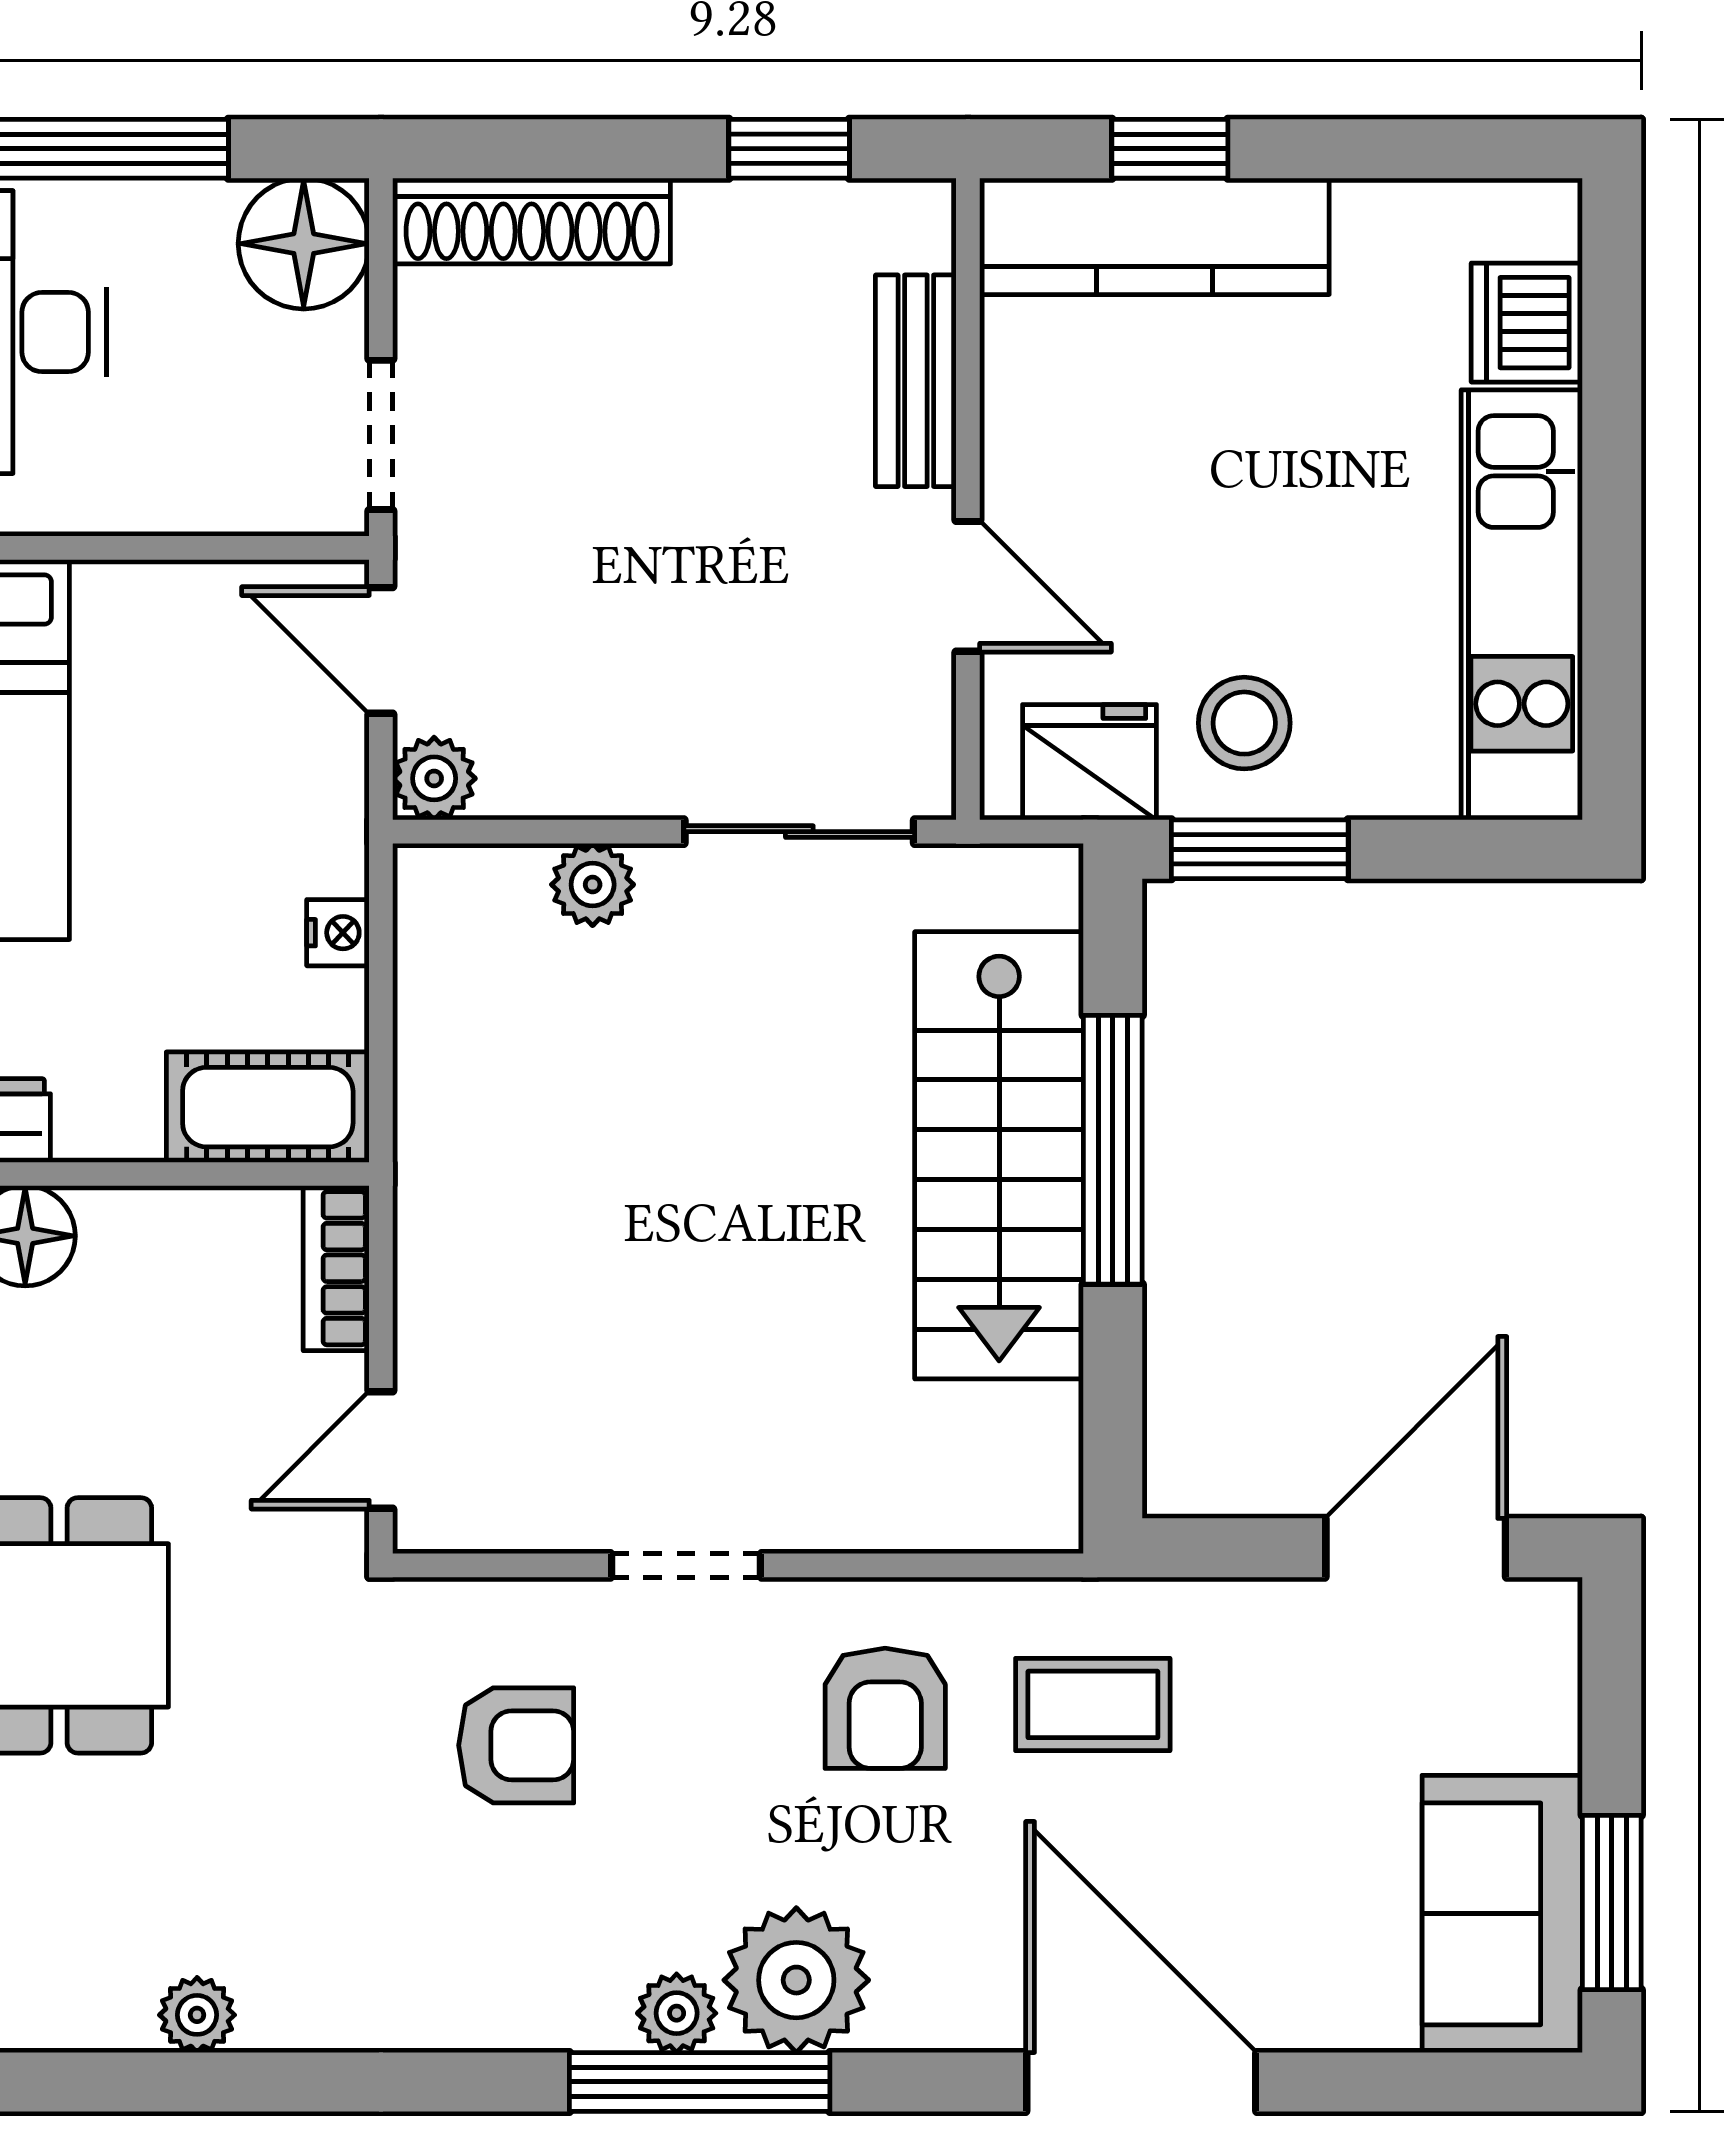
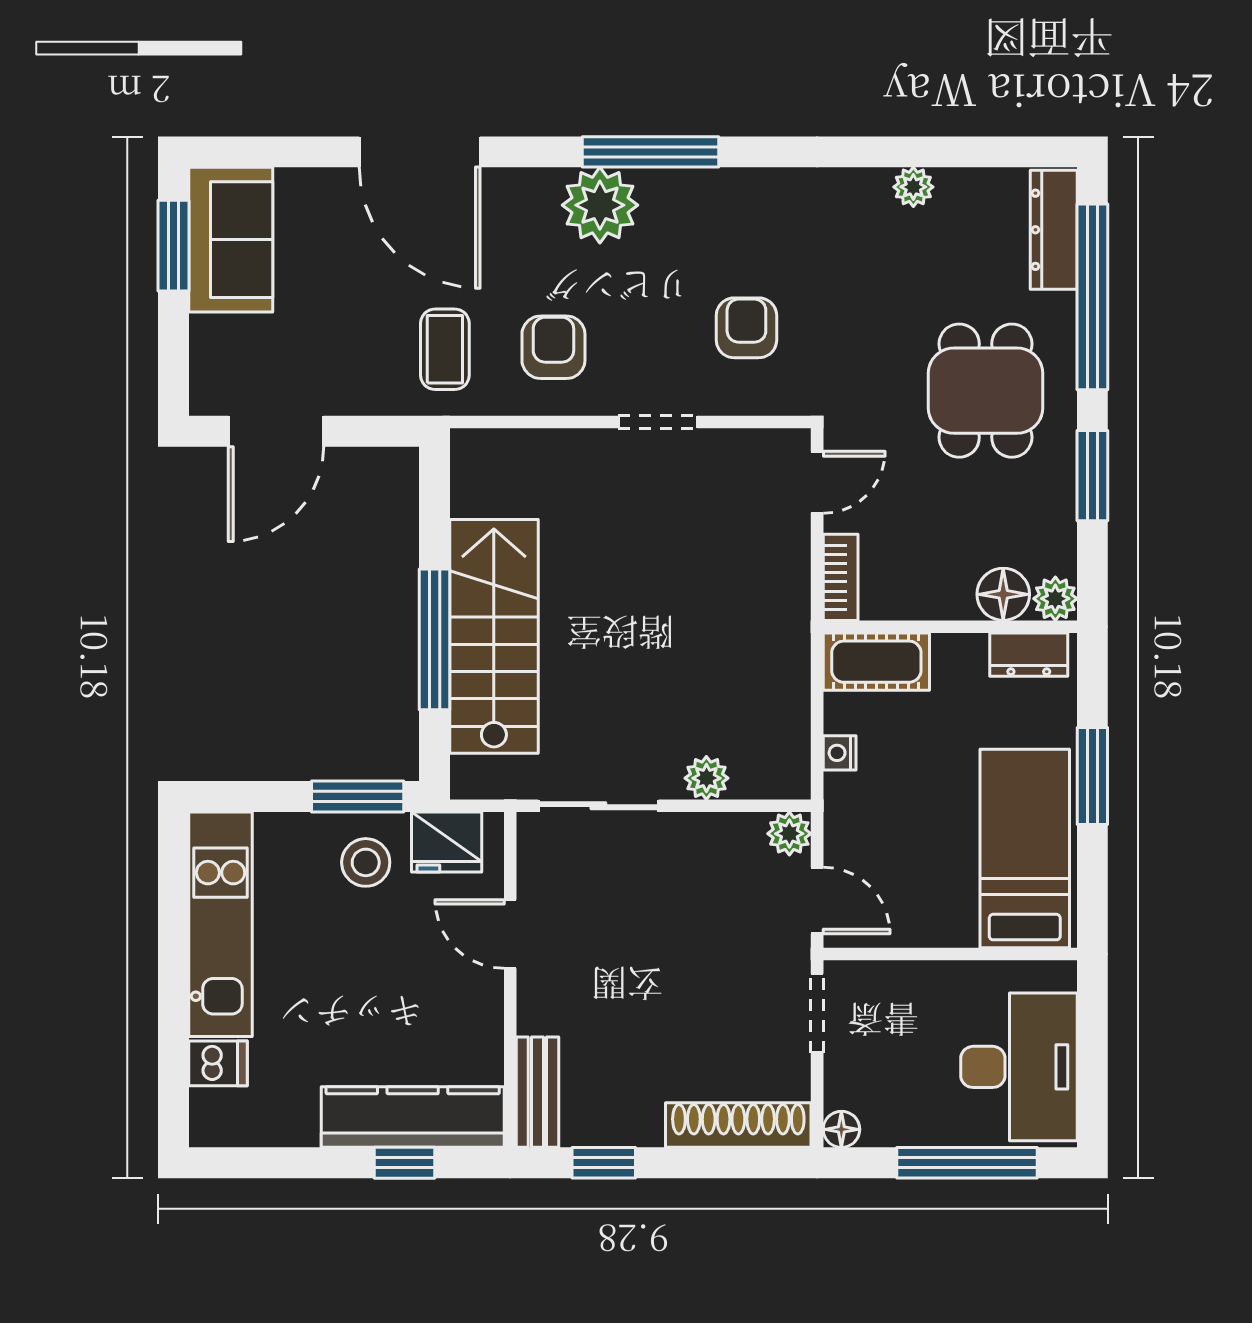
floor lamp: (304, 244) -> (841, 1129), width x0.53, depth x0.53
dishwasher: (1527, 323) -> (218, 1063), width x0.73
bench: (916, 381) -> (537, 1092), moved
coffee table: (1093, 1704) -> (445, 349), turned 90
armchair: (516, 1745) -> (746, 328), turned 90
plant: (677, 2013) -> (663, 188), removed

